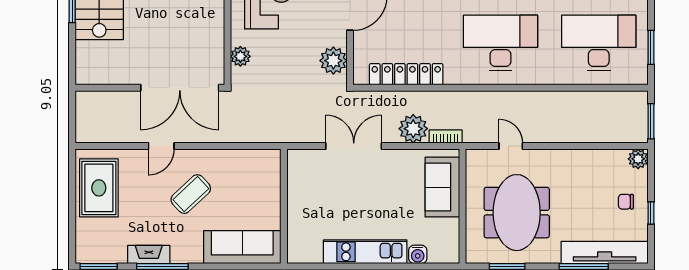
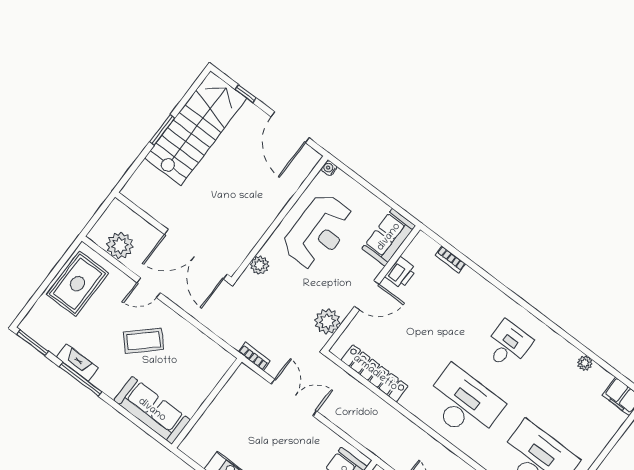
plant: (413, 129) -> (120, 245), moved
bookcase: (446, 137) -> (254, 356), moved

